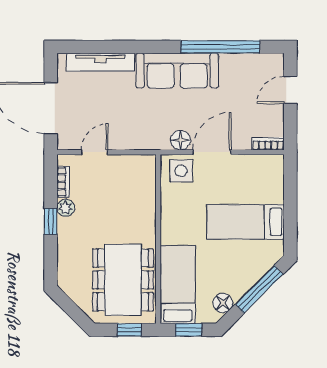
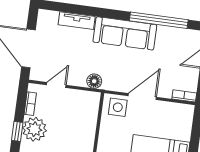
tv unit: (100, 62) -> (77, 21), width x0.71
floor lamp: (180, 140) -> (94, 81), moved
plant: (66, 208) -> (34, 129), width x1.87, depth x1.87

